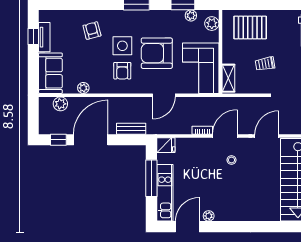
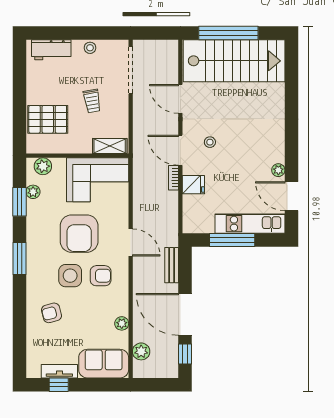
pallet: (250, 27) -> (48, 119), turned 90
door: (164, 95) -> (131, 243), moved
fridge: (166, 145) -> (193, 185), moved, turned 90

